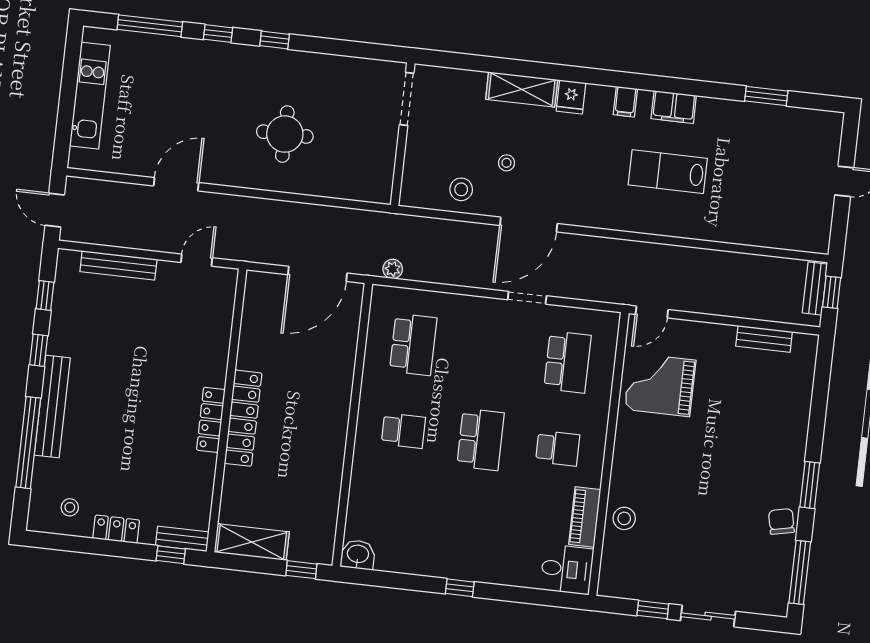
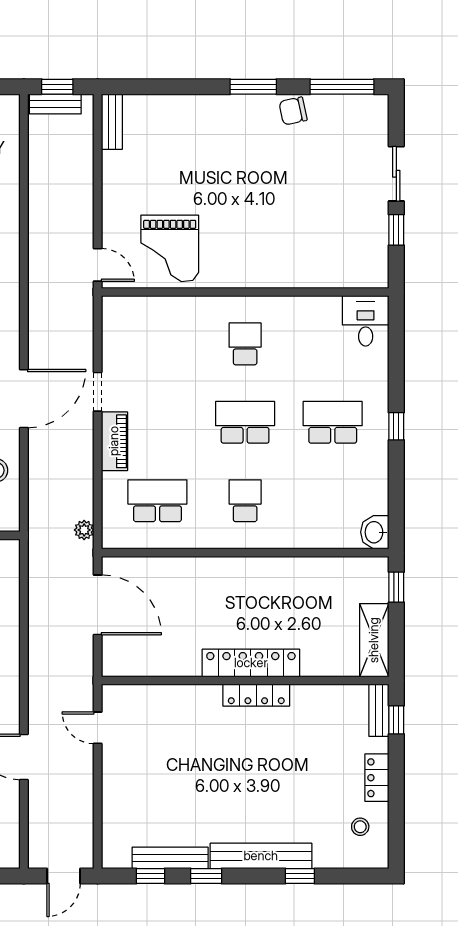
door: (529, 224) -> (24, 399), hinge flipped
bench: (118, 265) -> (170, 858), moved, turned 90
bench: (764, 339) -> (112, 122), moved
school desk: (567, 362) -> (333, 422), moved
window: (28, 443) -> (300, 876), width x0.32
piano: (585, 517) -> (114, 441), moved, turned -90
stool: (624, 518) -> (308, 269), removed

